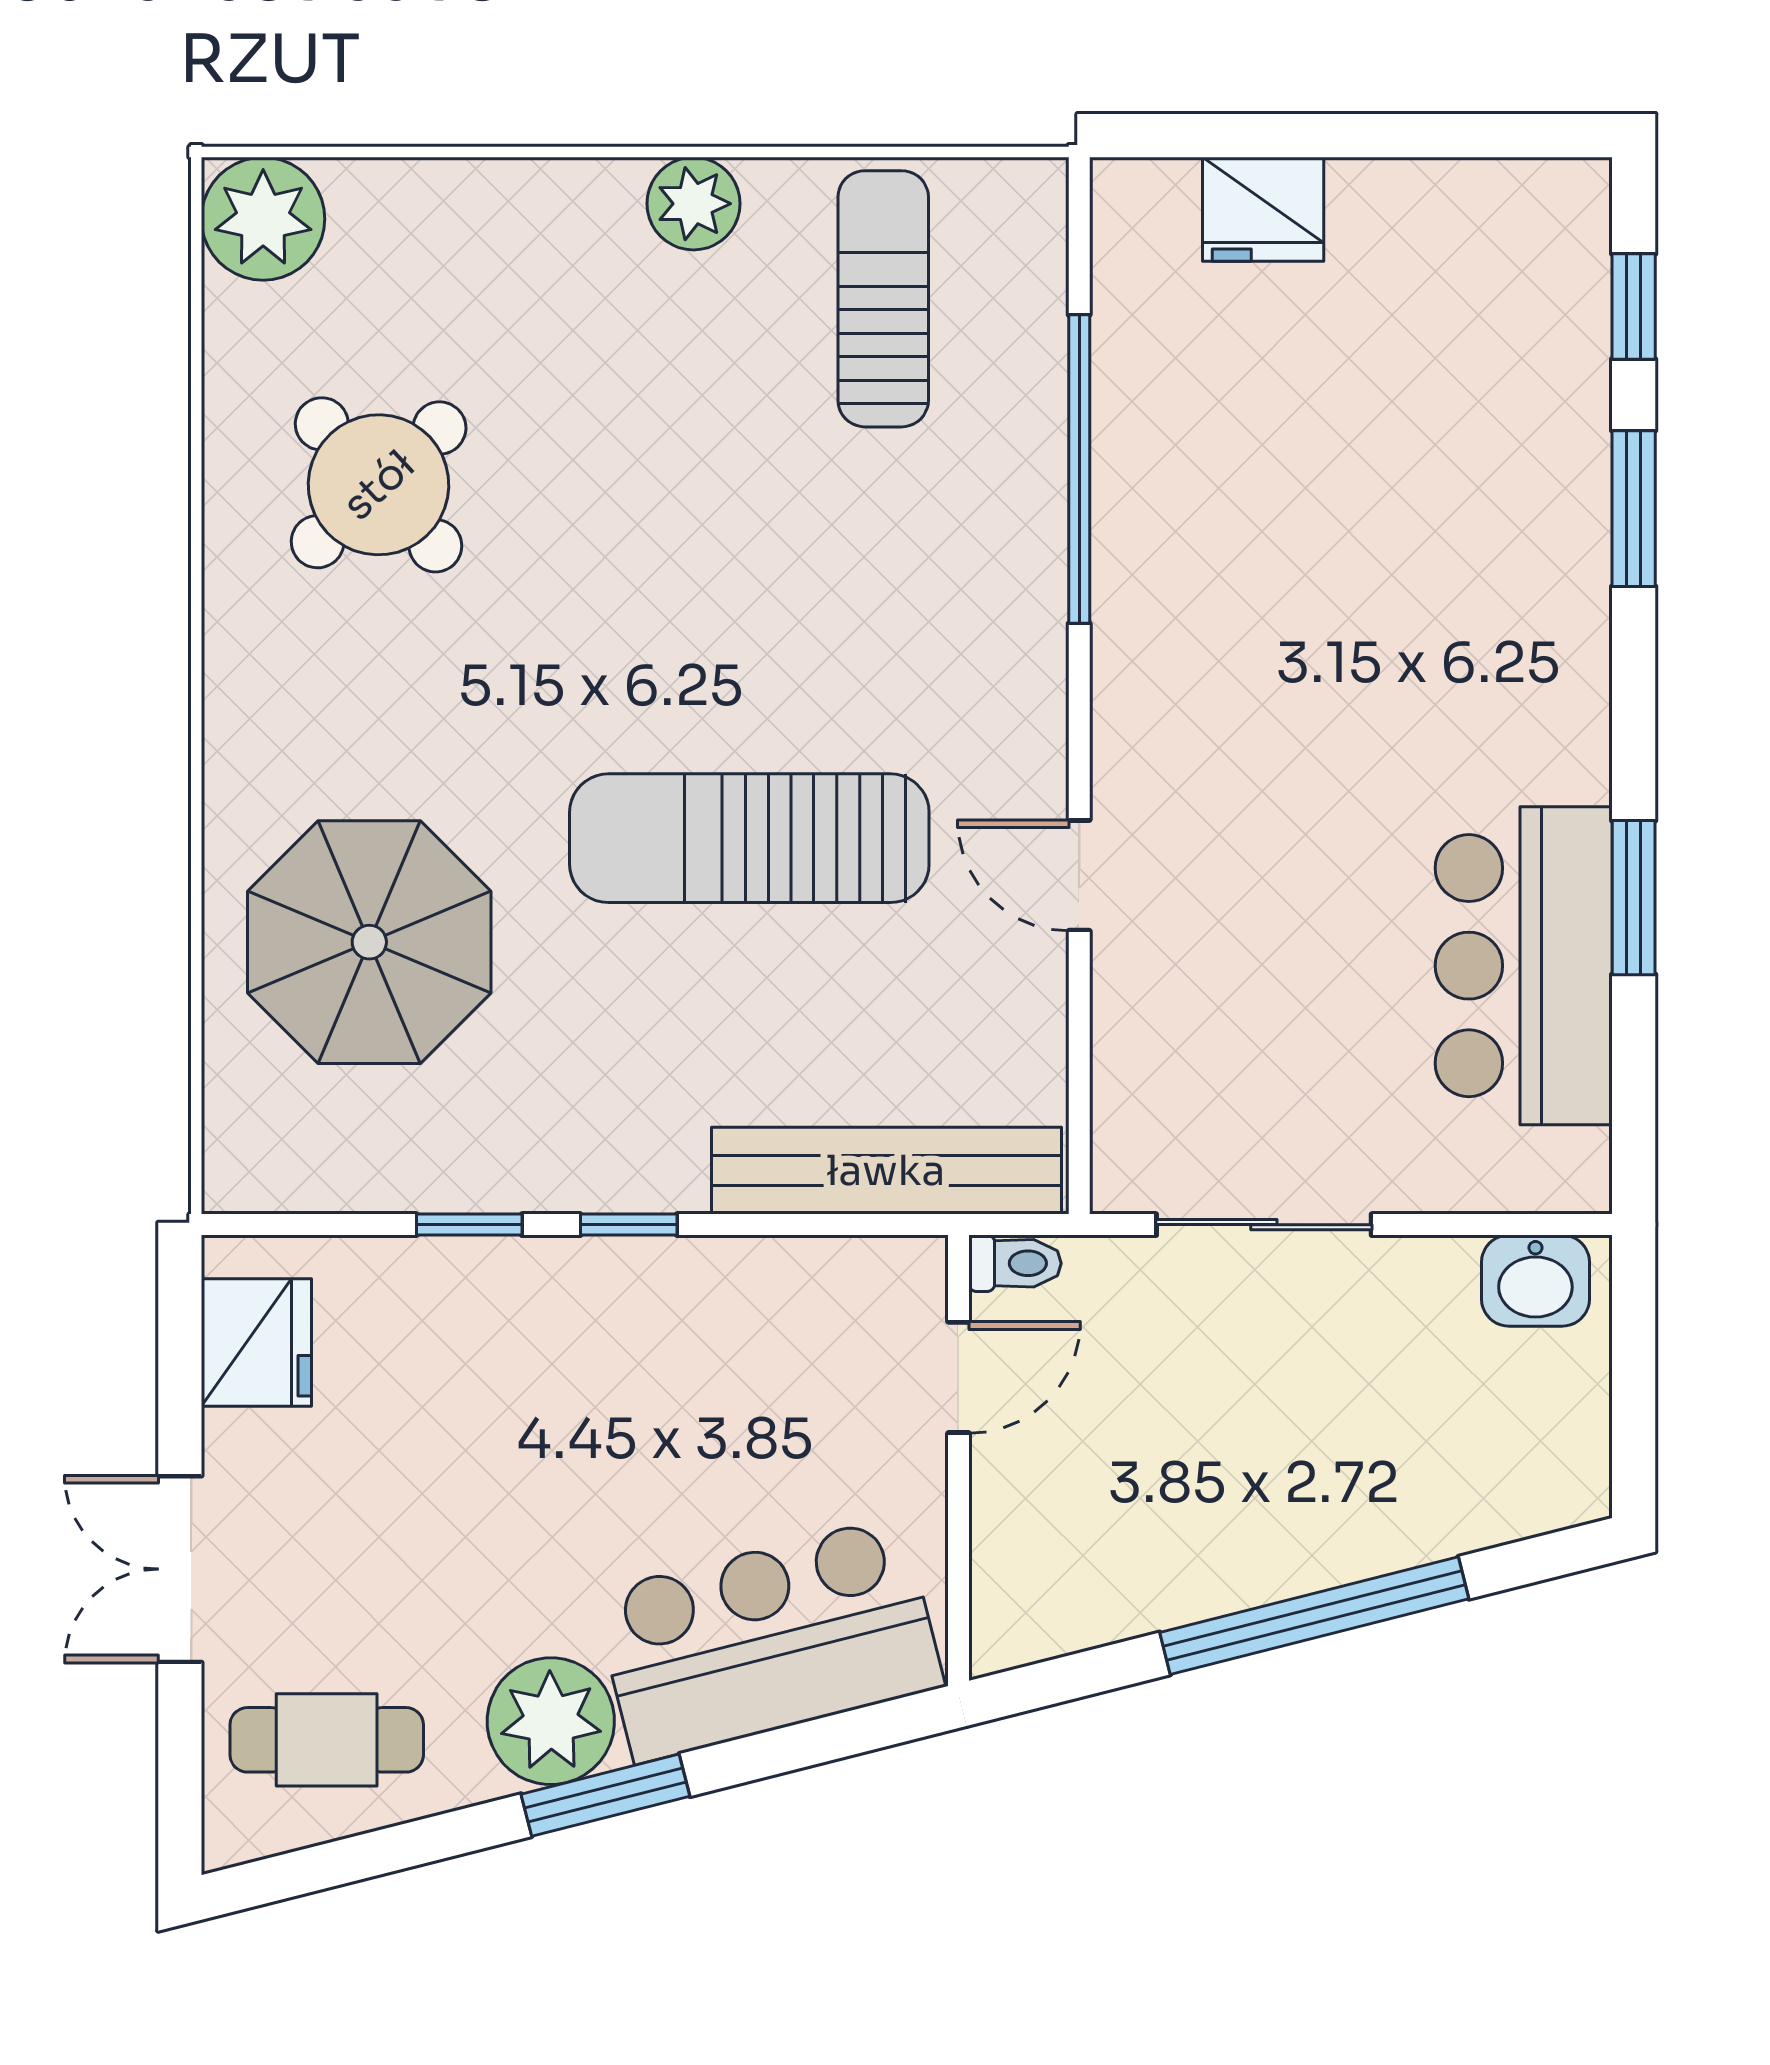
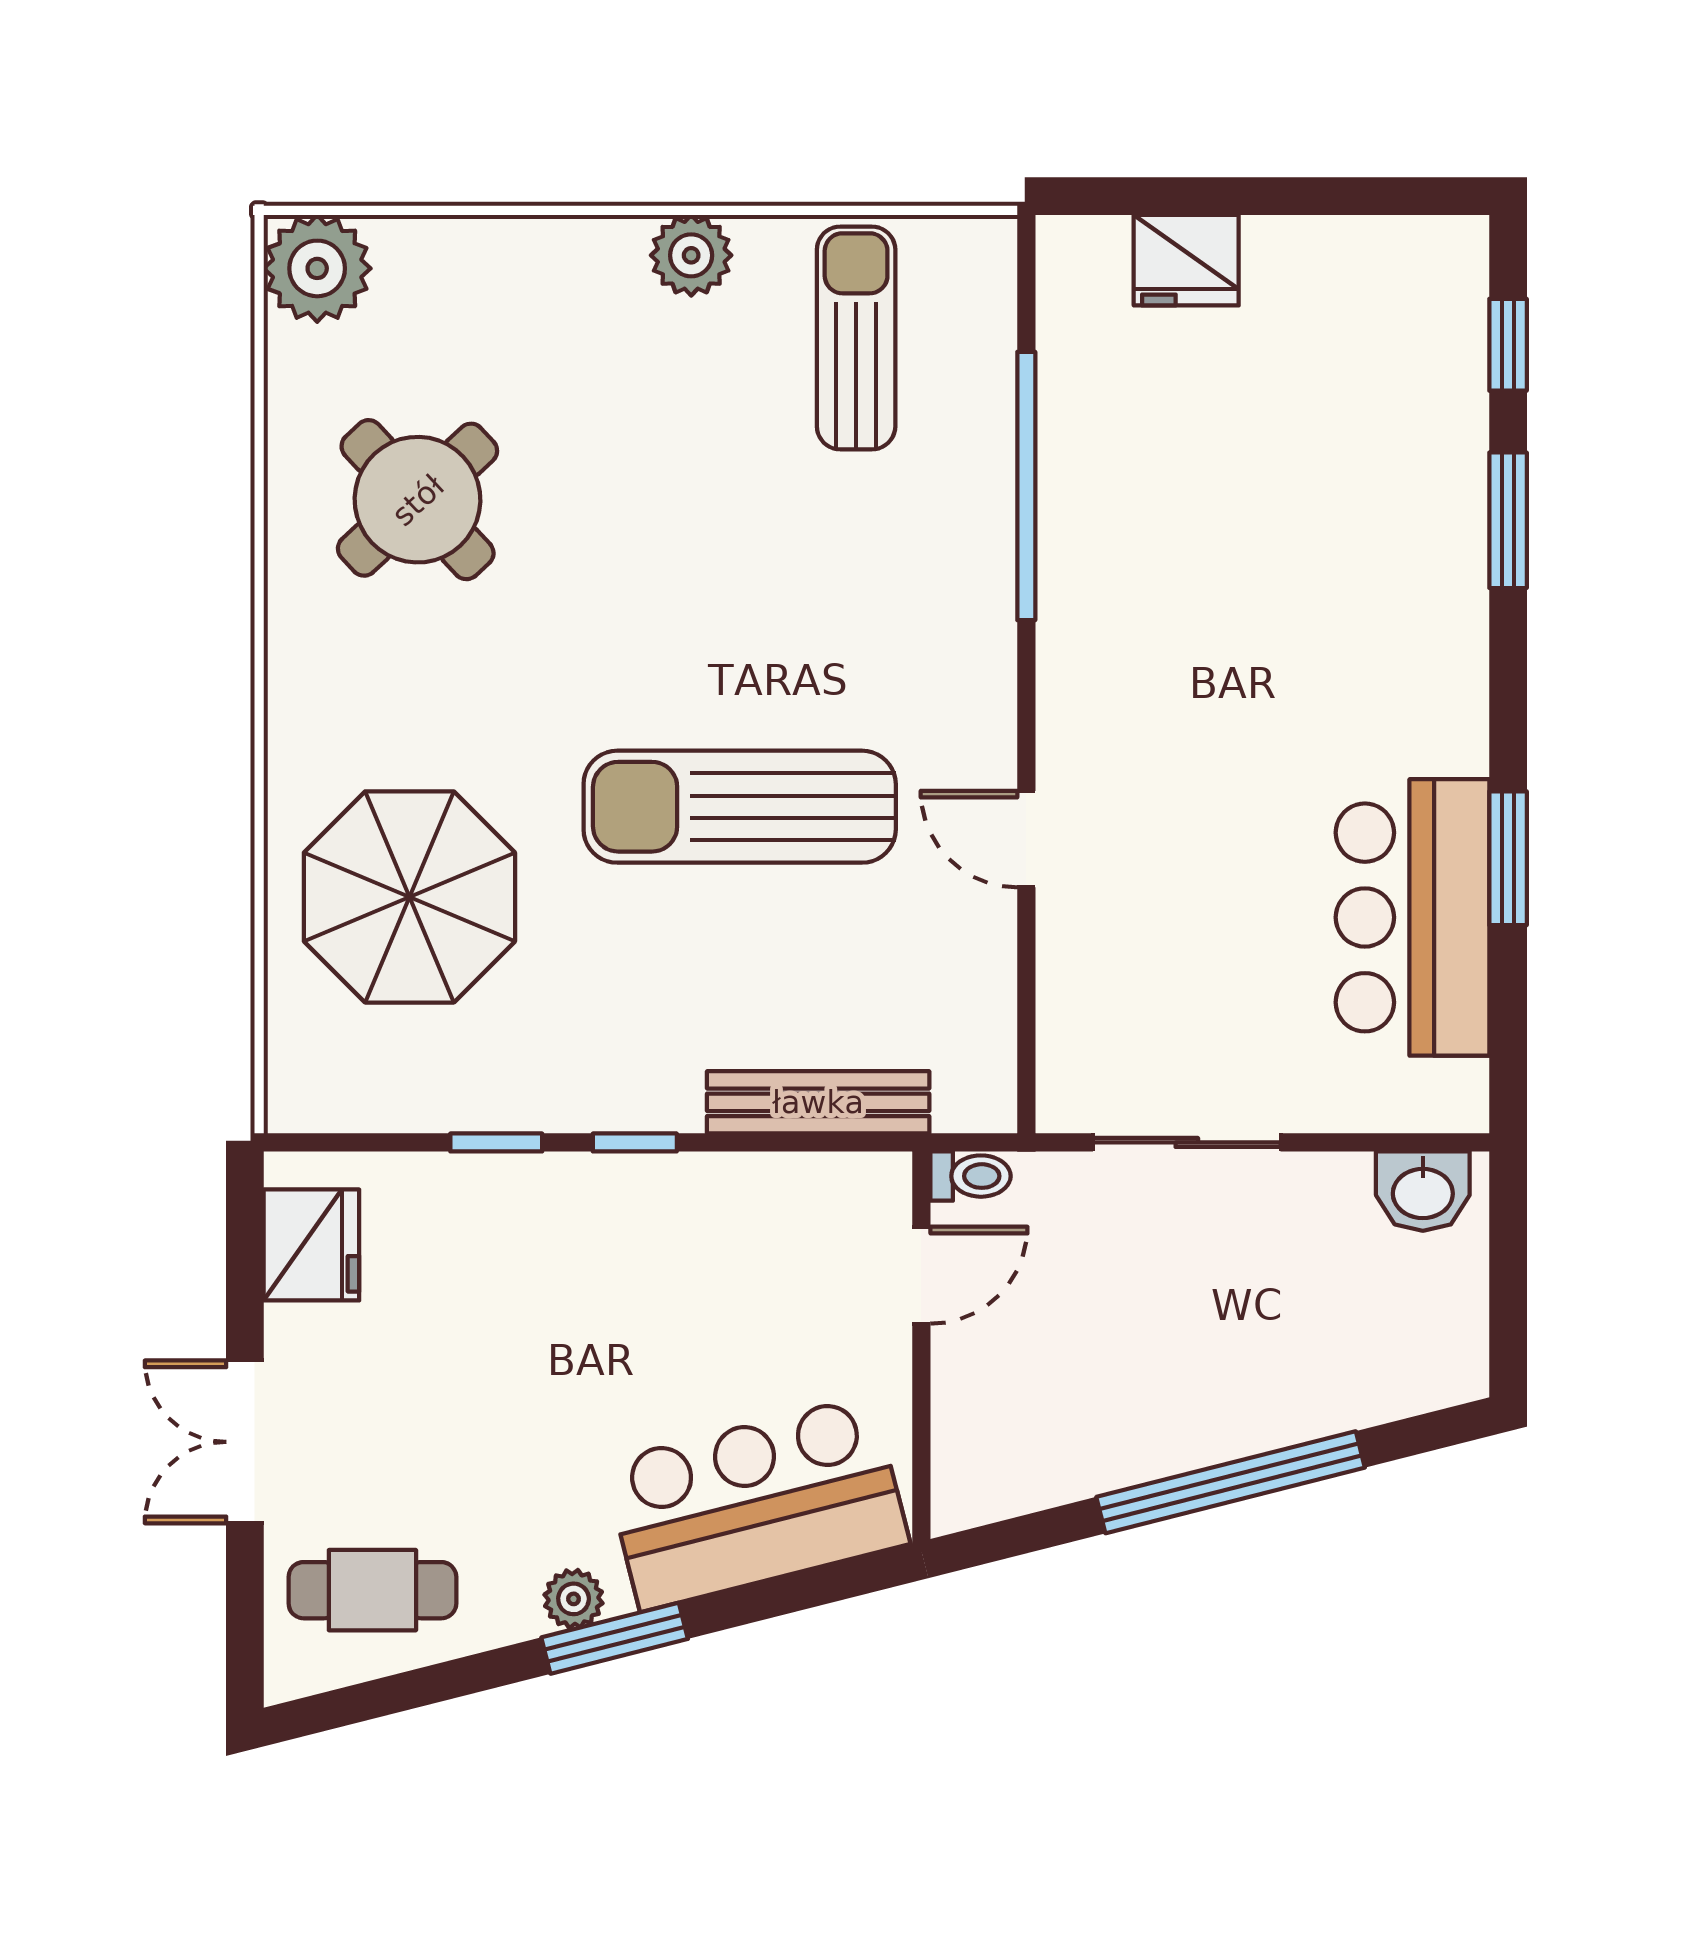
bench: (886, 1171) -> (818, 1102), width x0.73, depth x0.82
plant: (551, 1721) -> (574, 1599), width x0.53, depth x0.53

